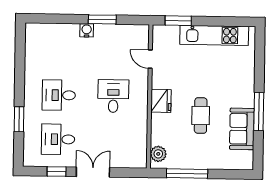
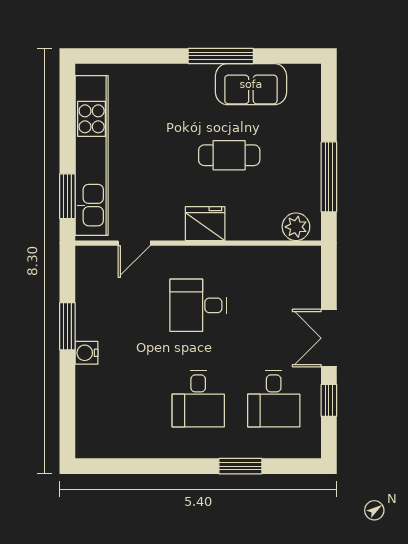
kitchen unit: (214, 35) -> (92, 156), width x1.36

